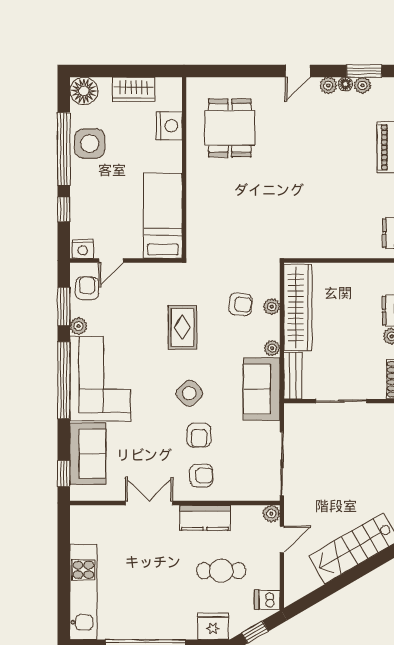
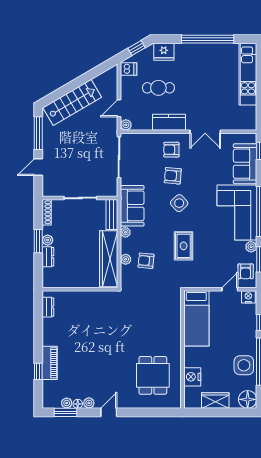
armchair: (199, 435) -> (173, 176), turned -85

